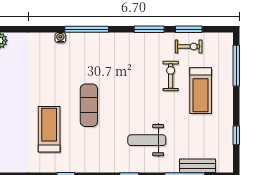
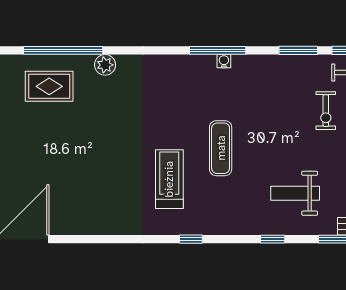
water cooler: (60, 38) -> (224, 61), moved
exercise bike: (171, 76) -> (326, 111), turned 180

